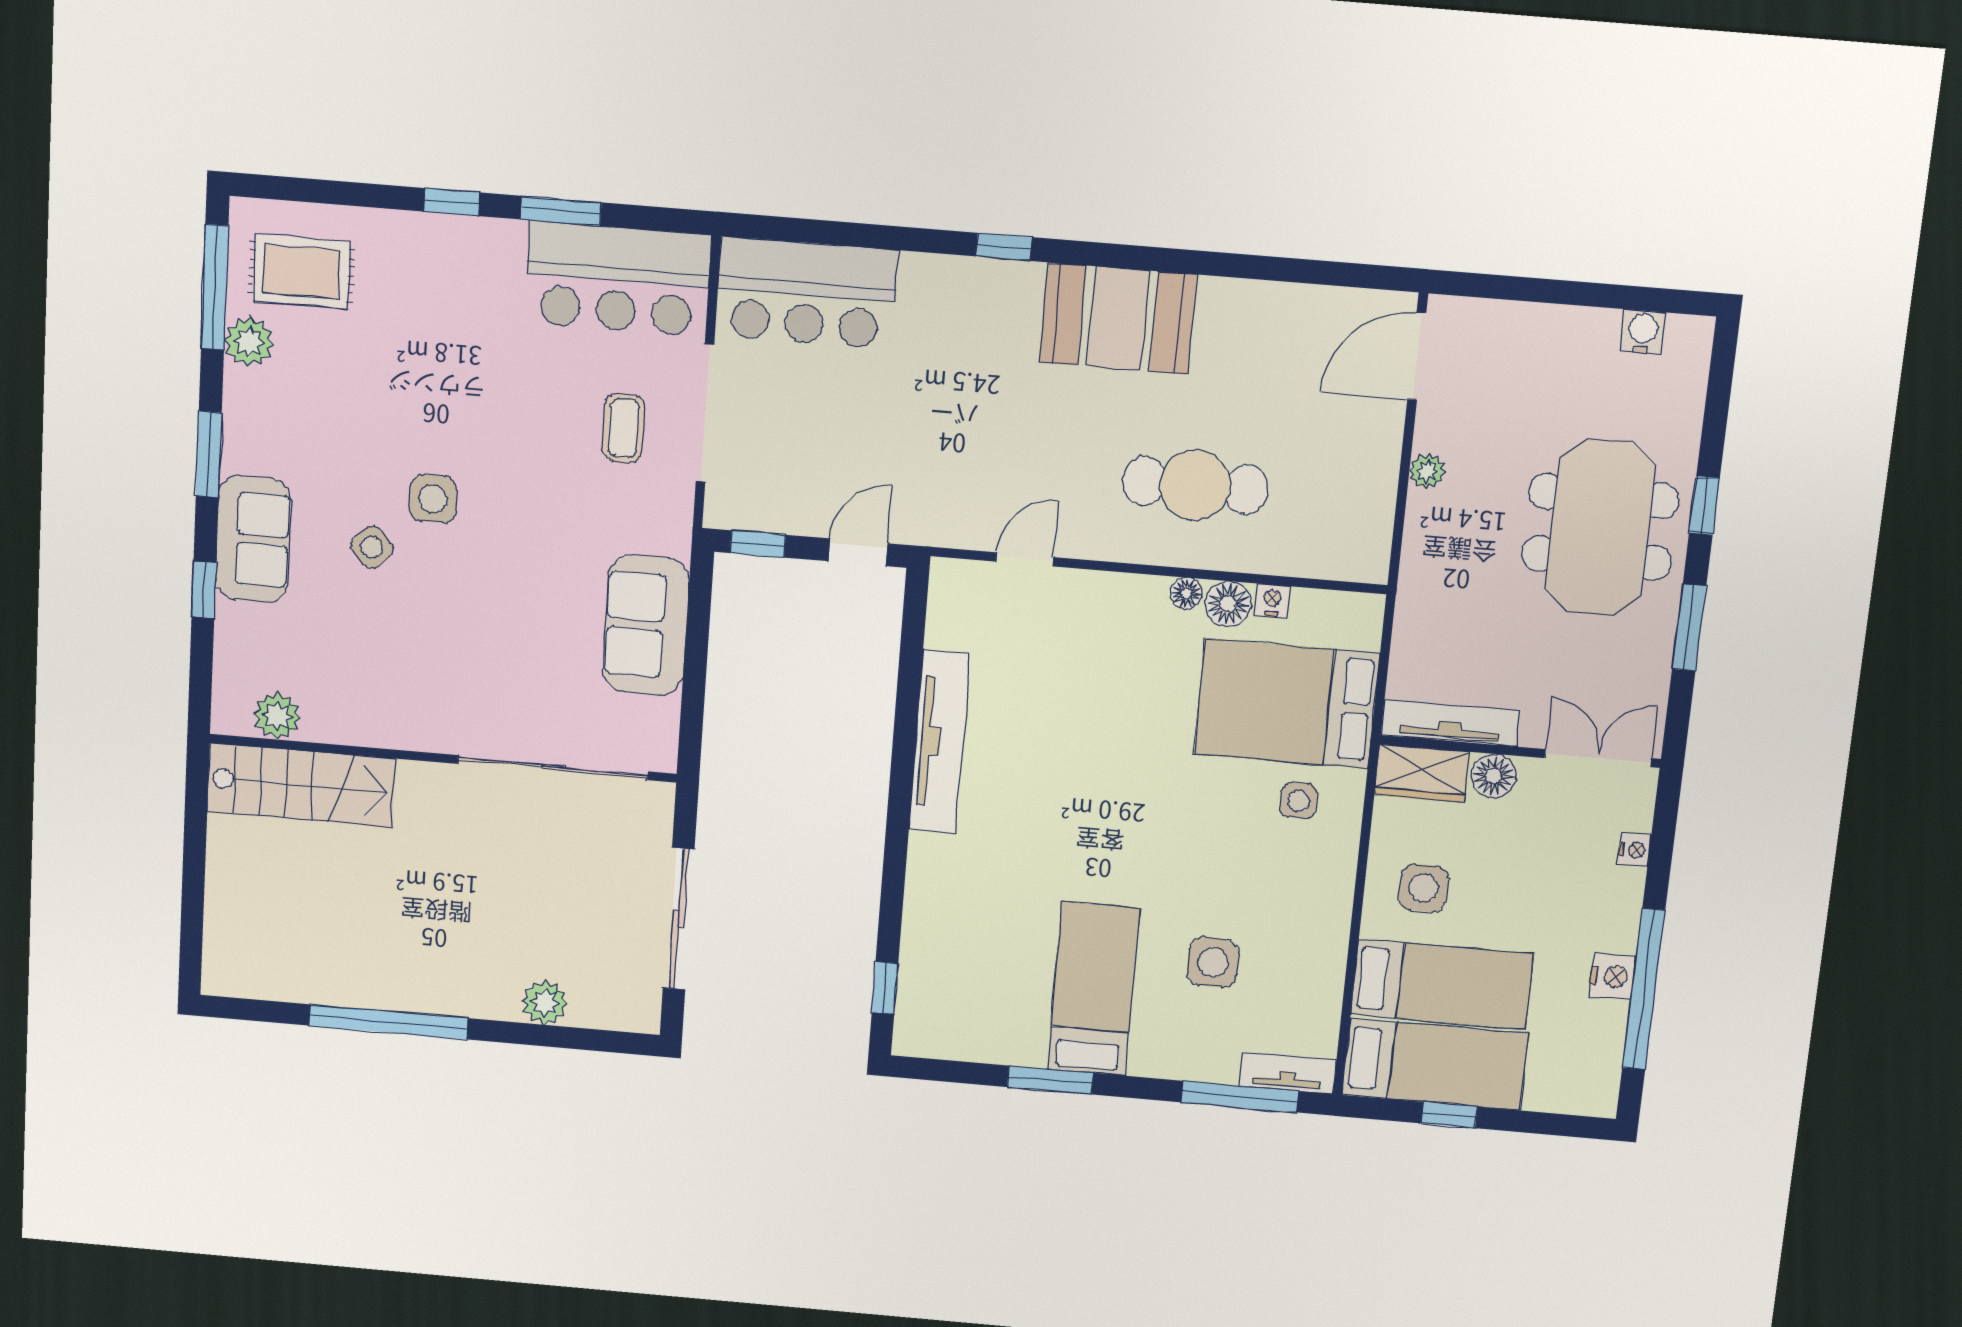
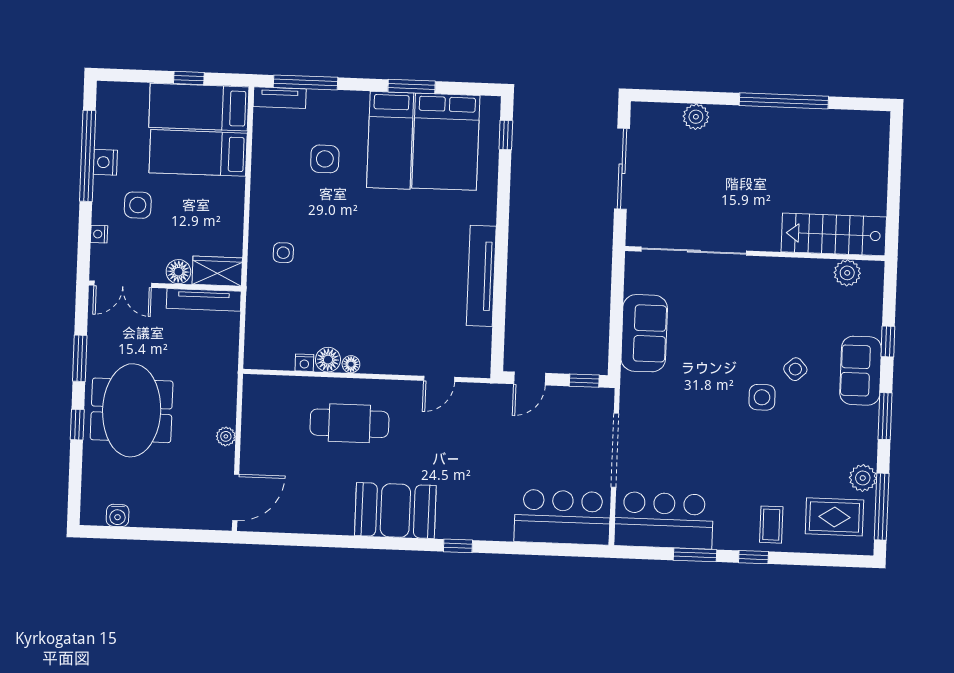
coffee table: (624, 428) -> (771, 525), moved
bed: (1287, 704) -> (446, 142), moved, turned 90
side table: (1423, 888) -> (138, 205), moved

